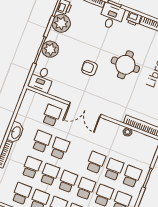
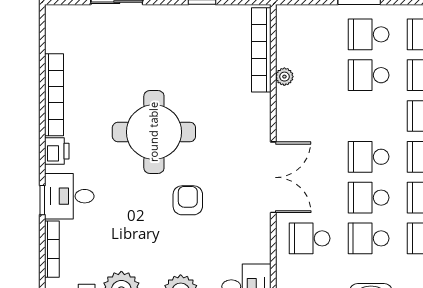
round table: (125, 65) -> (154, 132), width x1.36, depth x1.36
armchair: (89, 68) -> (188, 200), turned 180
school desk: (96, 162) -> (369, 157), moved

